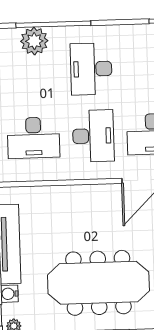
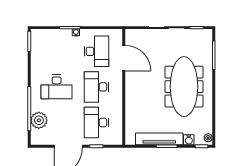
desk: (93, 136) -> (96, 87), turned -90
desk: (34, 138) -> (96, 123), turned 180

